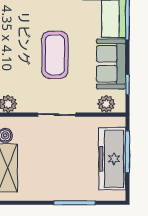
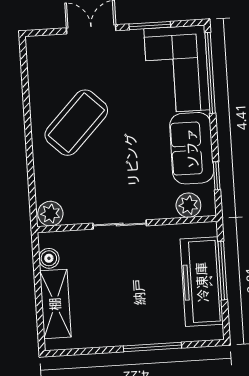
coffee table: (55, 55) -> (76, 123), moved, turned 44

